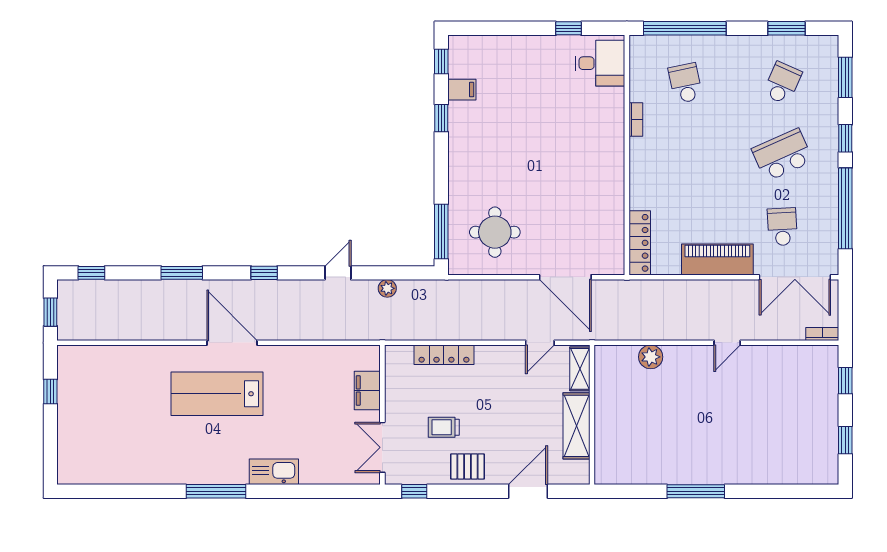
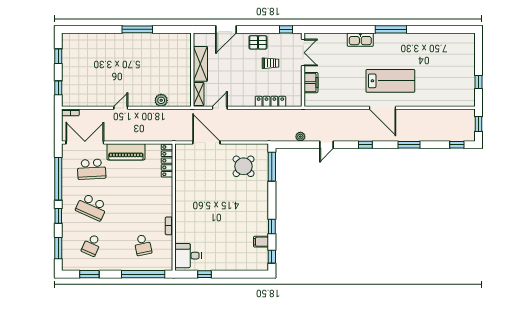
school desk: (782, 155) -> (92, 207), turned 48
school desk: (782, 227) -> (92, 169), width x1.85
round table: (495, 232) -> (244, 166), turned 45

